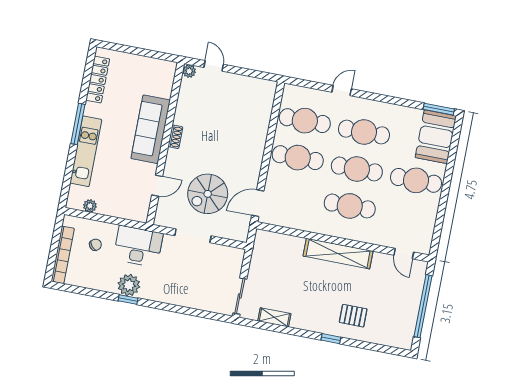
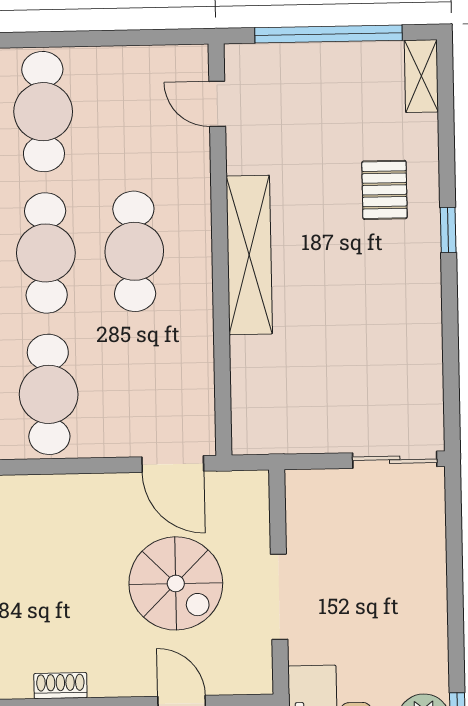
door: (404, 254) -> (217, 104), swing flipped
shelving: (274, 317) -> (421, 76), moved

